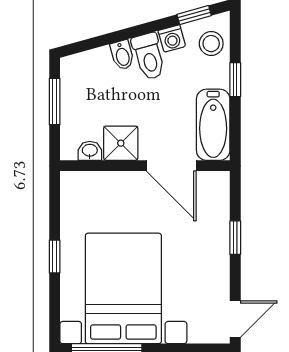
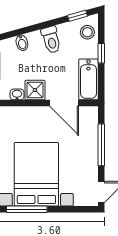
washing machine: (172, 38) -> (65, 29), removed
bidet: (122, 55) -> (22, 43), moved
window: (235, 238) -> (101, 145), width x2.17

